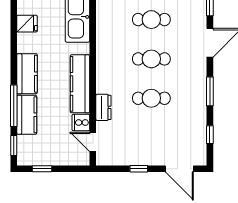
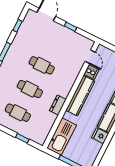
fridge: (27, 24) -> (100, 136), moved
dresser: (103, 107) -> (58, 105), moved

